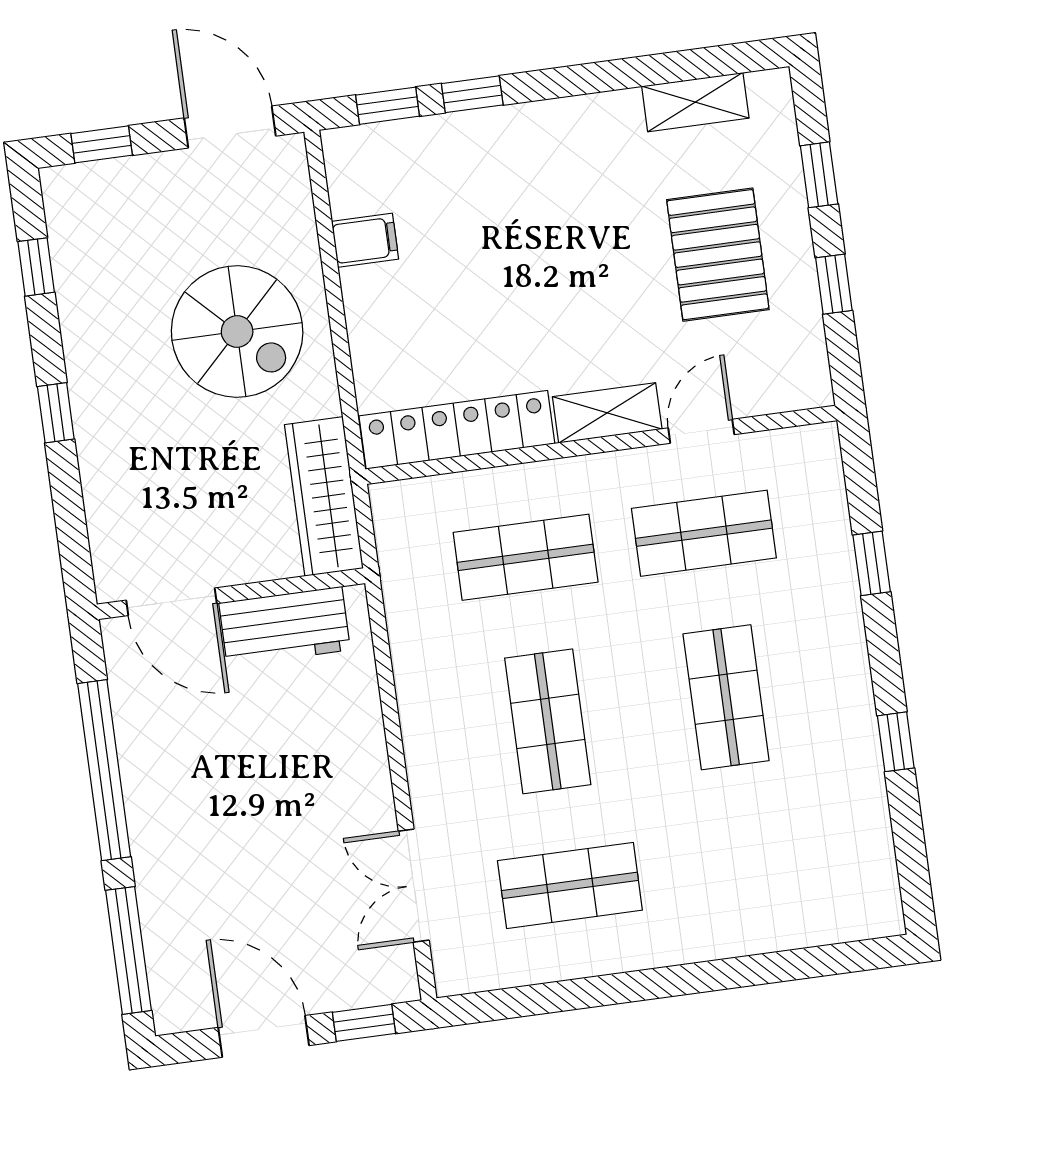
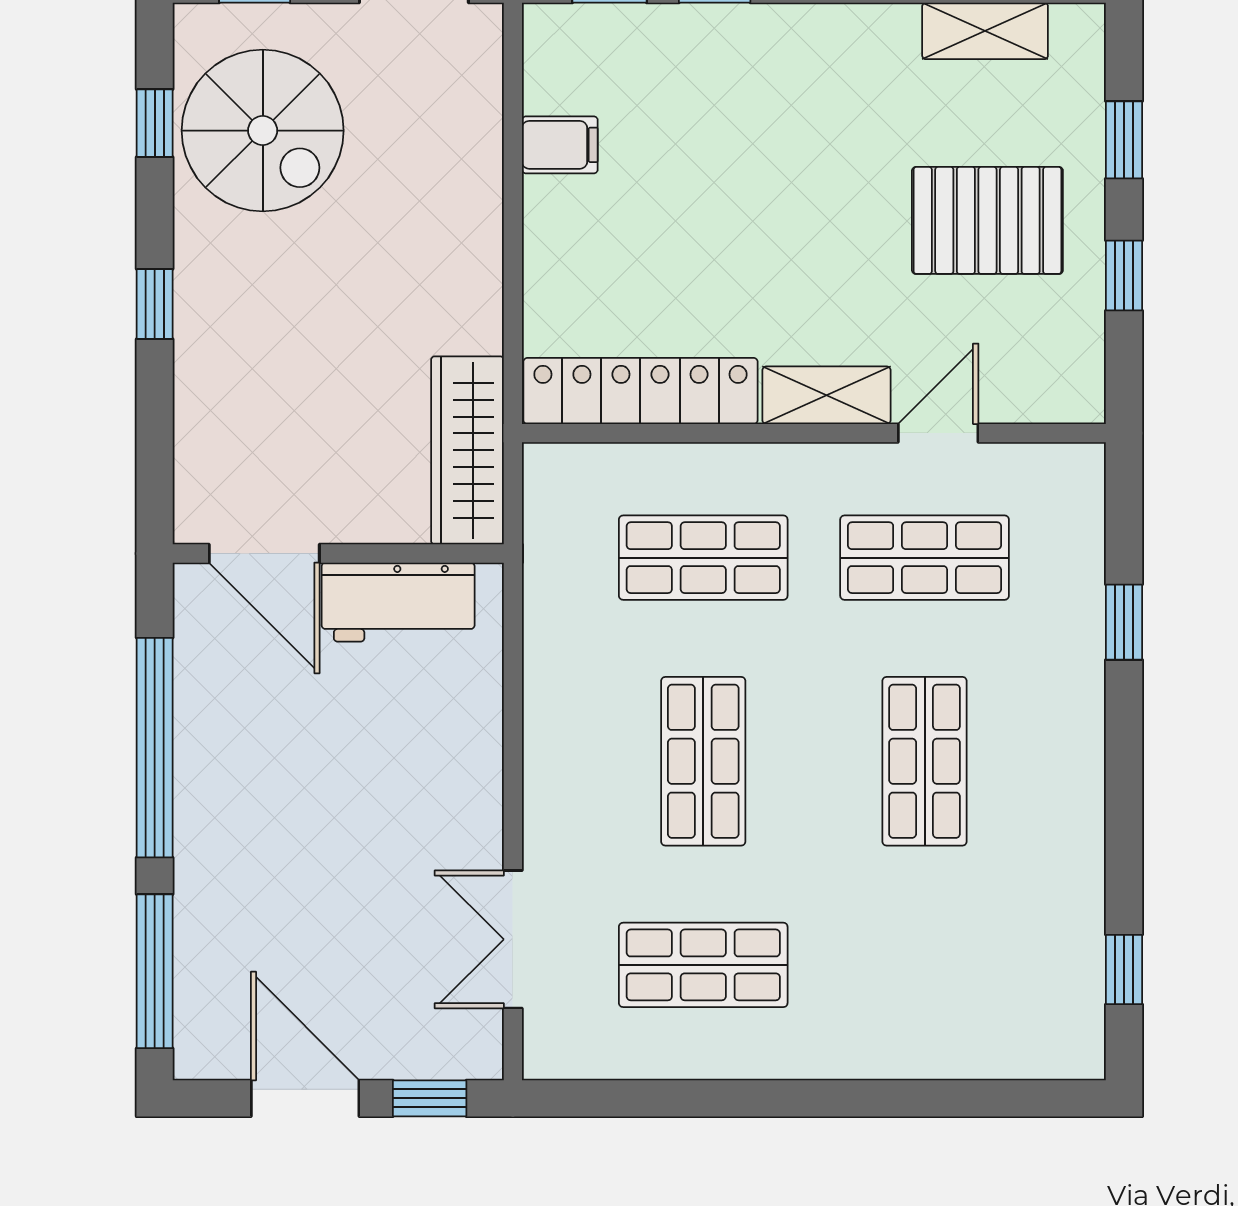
pallet: (718, 255) -> (987, 220), turned 90
spiral stairs: (237, 332) -> (263, 131), moved
window: (896, 742) -> (1124, 970), moved

